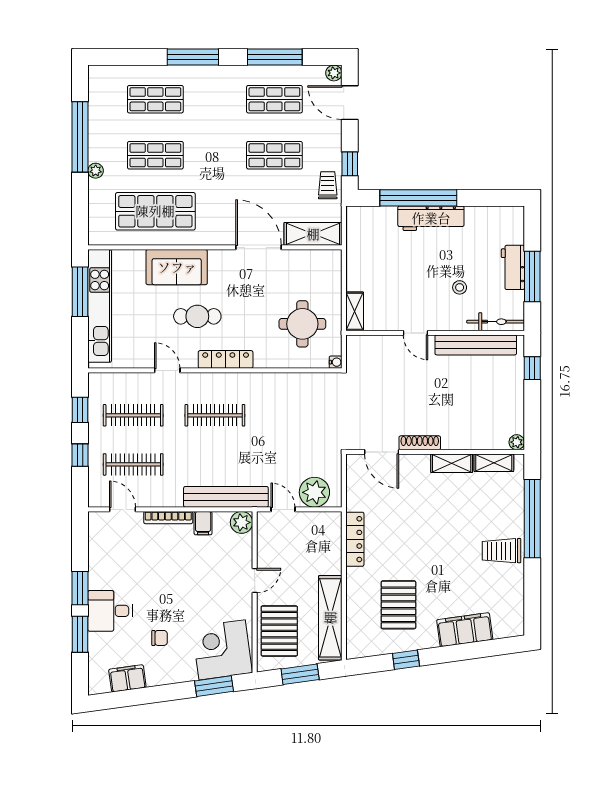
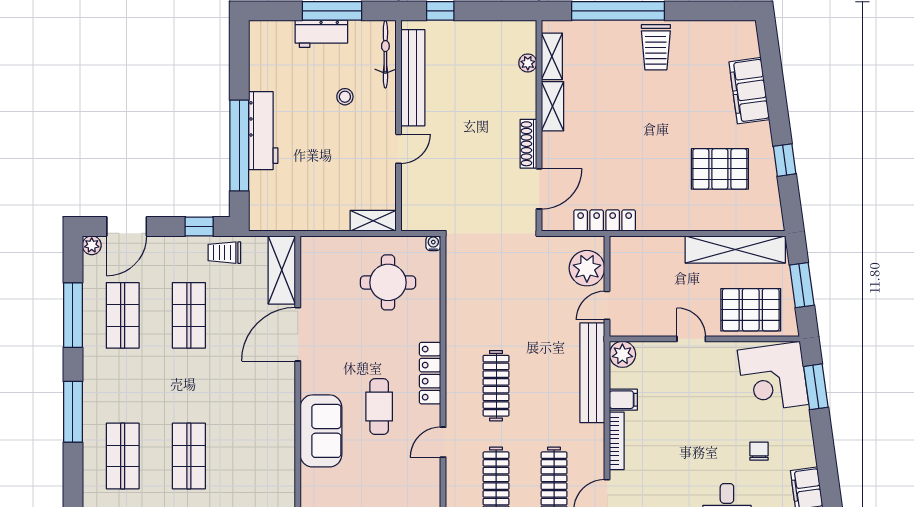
shop shelf: (155, 211) -> (255, 456), removed
plant: (517, 442) -> (528, 63), moved
locker: (355, 539) -> (605, 220), moved

